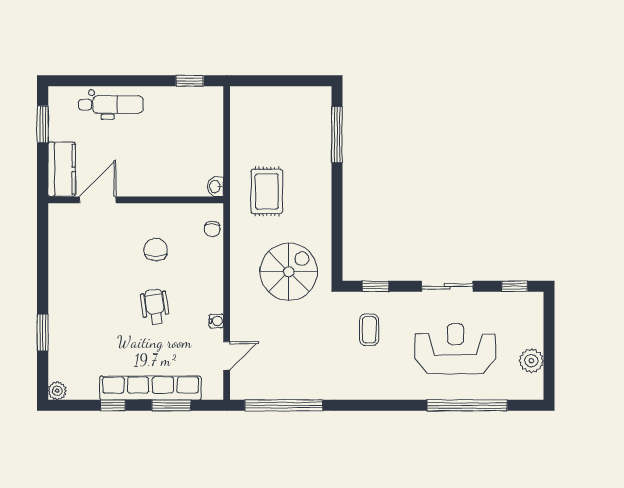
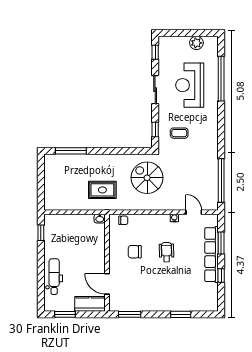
window: (43, 241) -> (130, 314), added
wheelchair: (155, 307) -> (167, 252), turned 97
plant: (57, 391) -> (213, 306), removed

